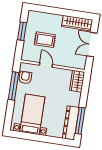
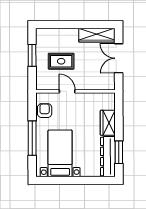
wardrobe: (77, 81) -> (108, 123), moved
window: (14, 86) -> (32, 138), moved
window: (80, 121) -> (119, 152), width x0.69

